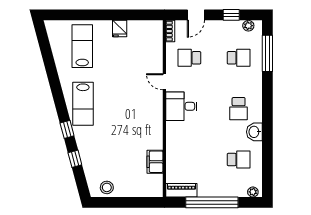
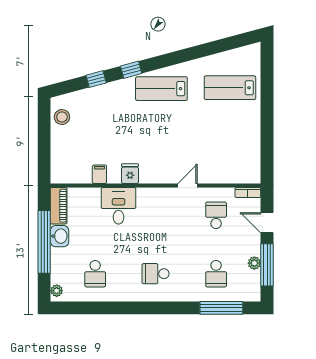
window: (231, 15) -> (267, 265), width x2.17
plant: (248, 26) -> (254, 263), moved
fridge: (120, 29) -> (130, 174), moved, turned 90
lab bench: (82, 46) -> (230, 88), turned 180
desk: (181, 106) -> (119, 206), moved
washbasin: (254, 132) -> (60, 236), moved, turned 90
filing cabinet: (155, 162) -> (99, 174), width x0.50

